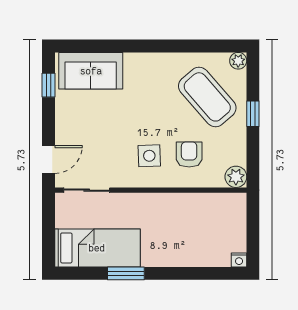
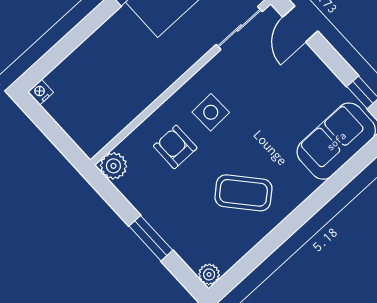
coffee table: (207, 97) -> (243, 193), moved, width x0.73, depth x0.76
window: (253, 114) -> (151, 238), width x1.50
armchair: (189, 154) -> (175, 147), turned 180

